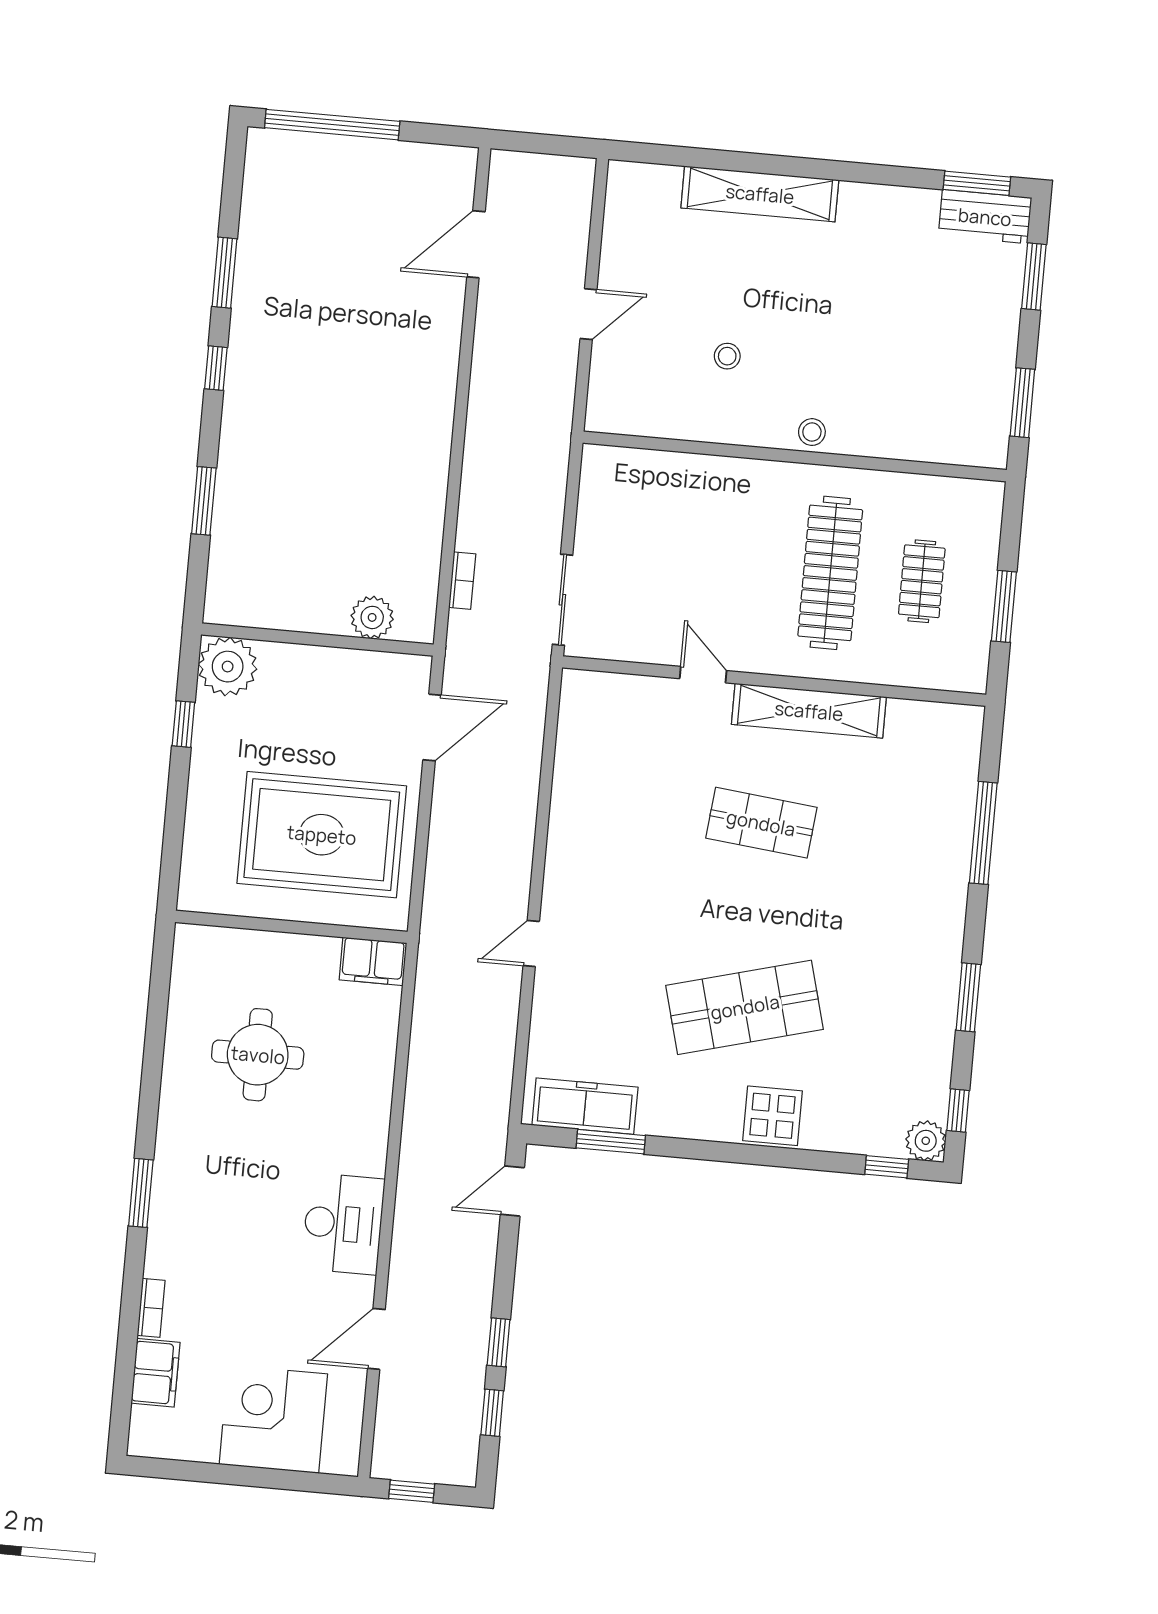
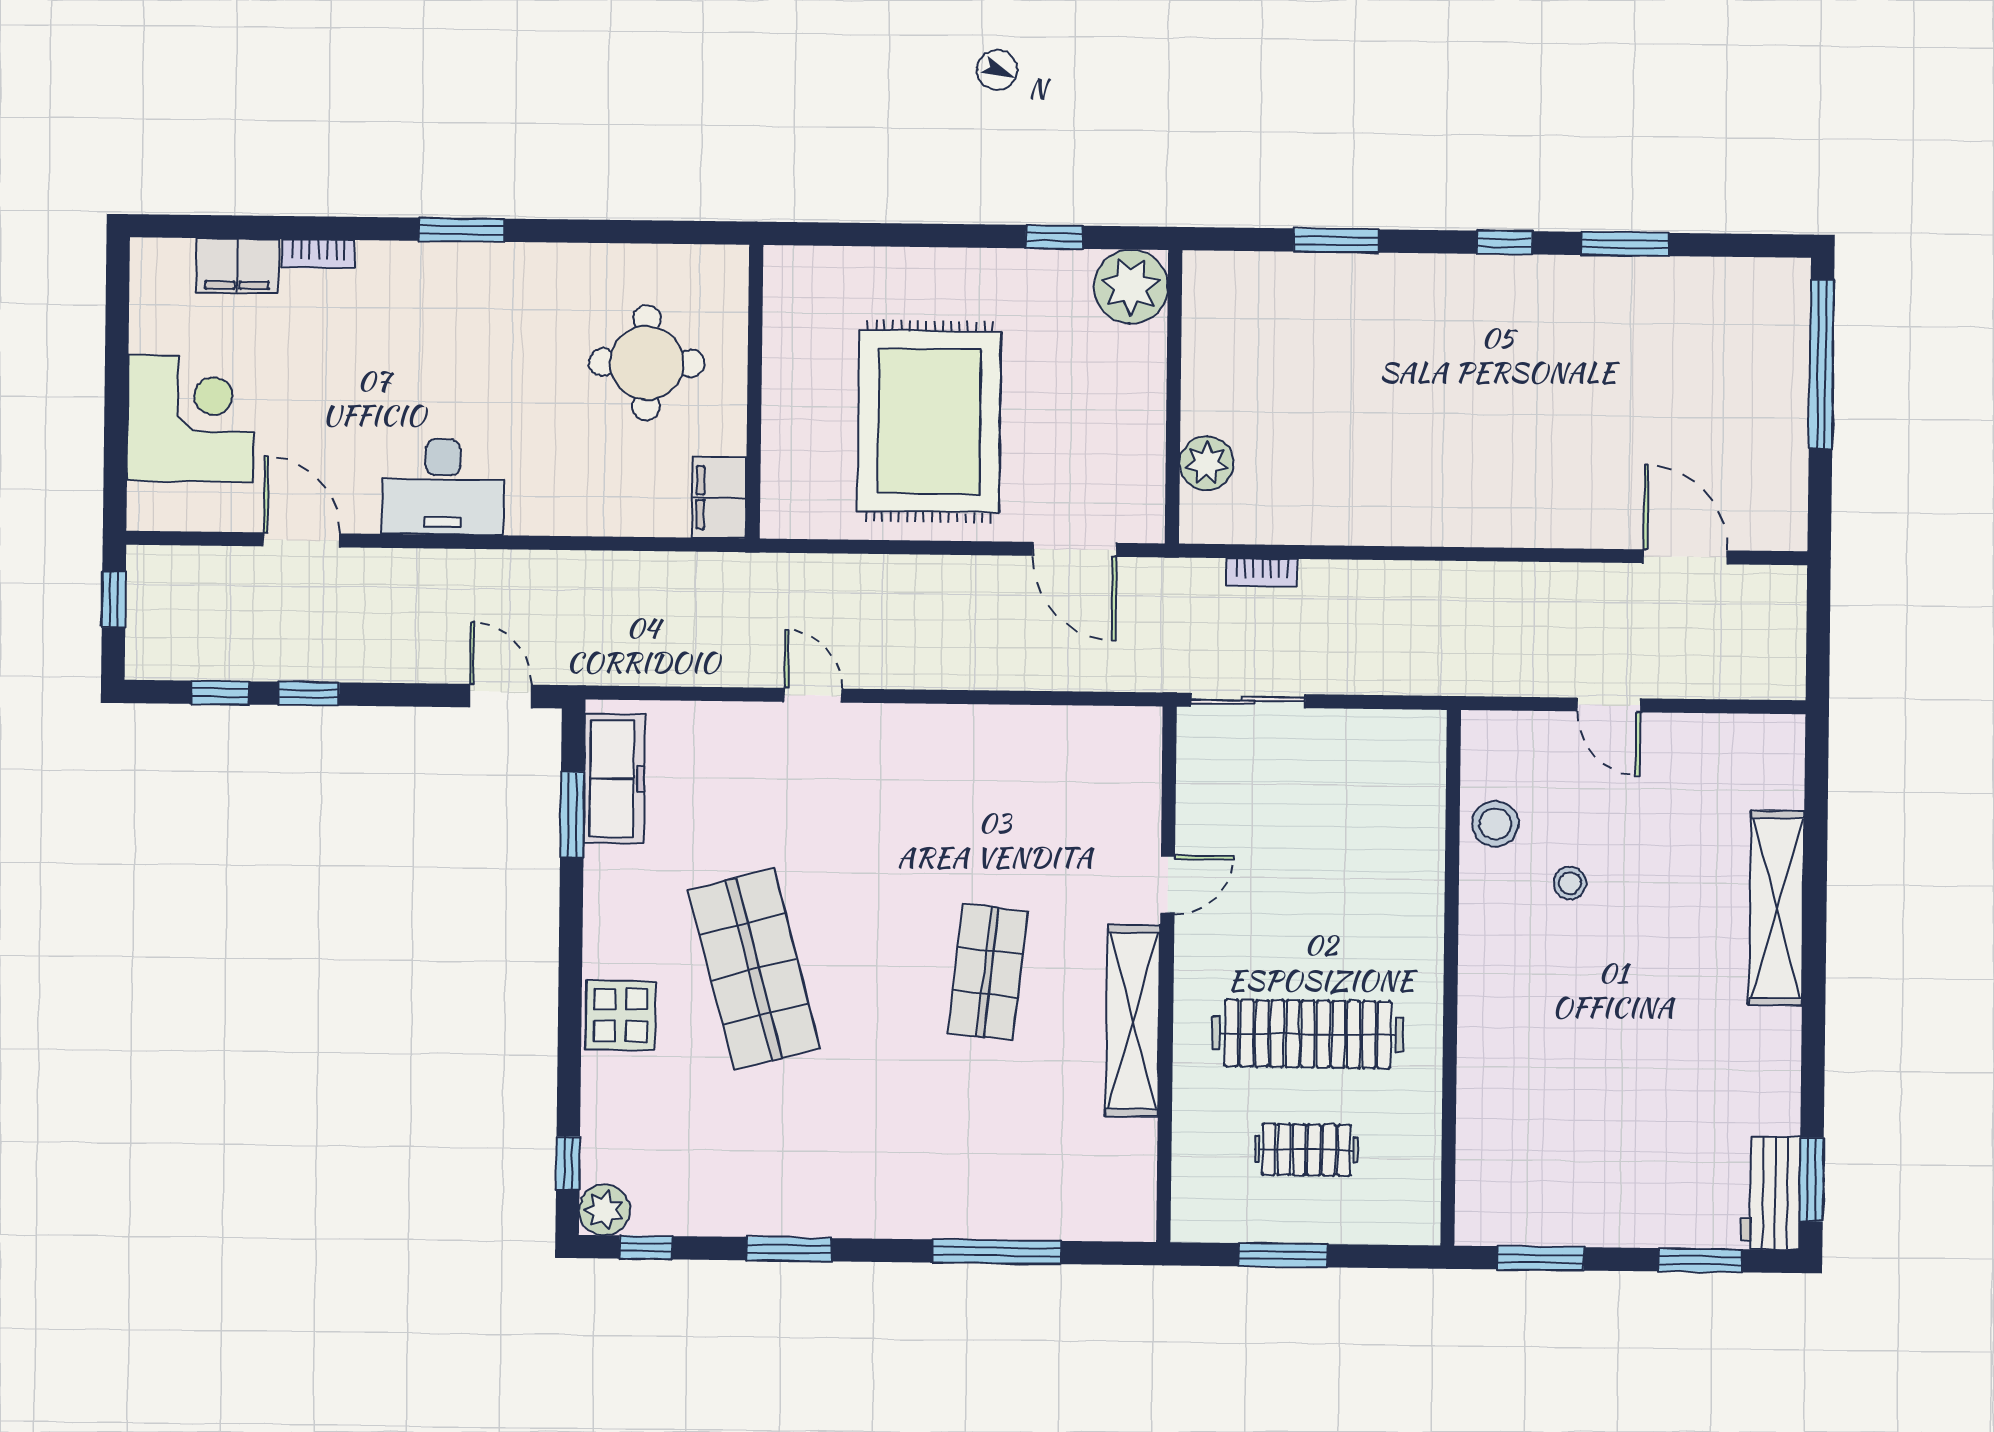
stool: (812, 432) -> (1495, 824), moved, width x1.37, depth x1.37
wall: (291, 927) -> (754, 392), moved
filing cabinet: (373, 961) -> (719, 498), moved

